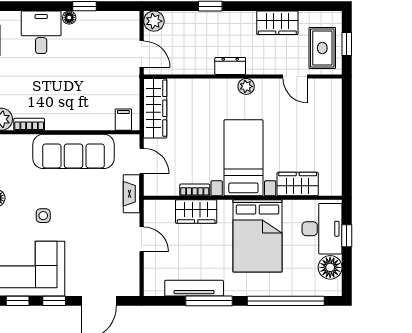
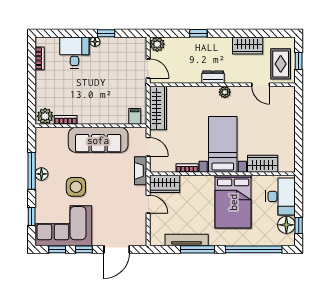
wardrobe: (196, 212) -> (165, 184), moved
side table: (43, 216) -> (76, 187), width x1.87, depth x1.87
window: (347, 236) -> (299, 225), moved

